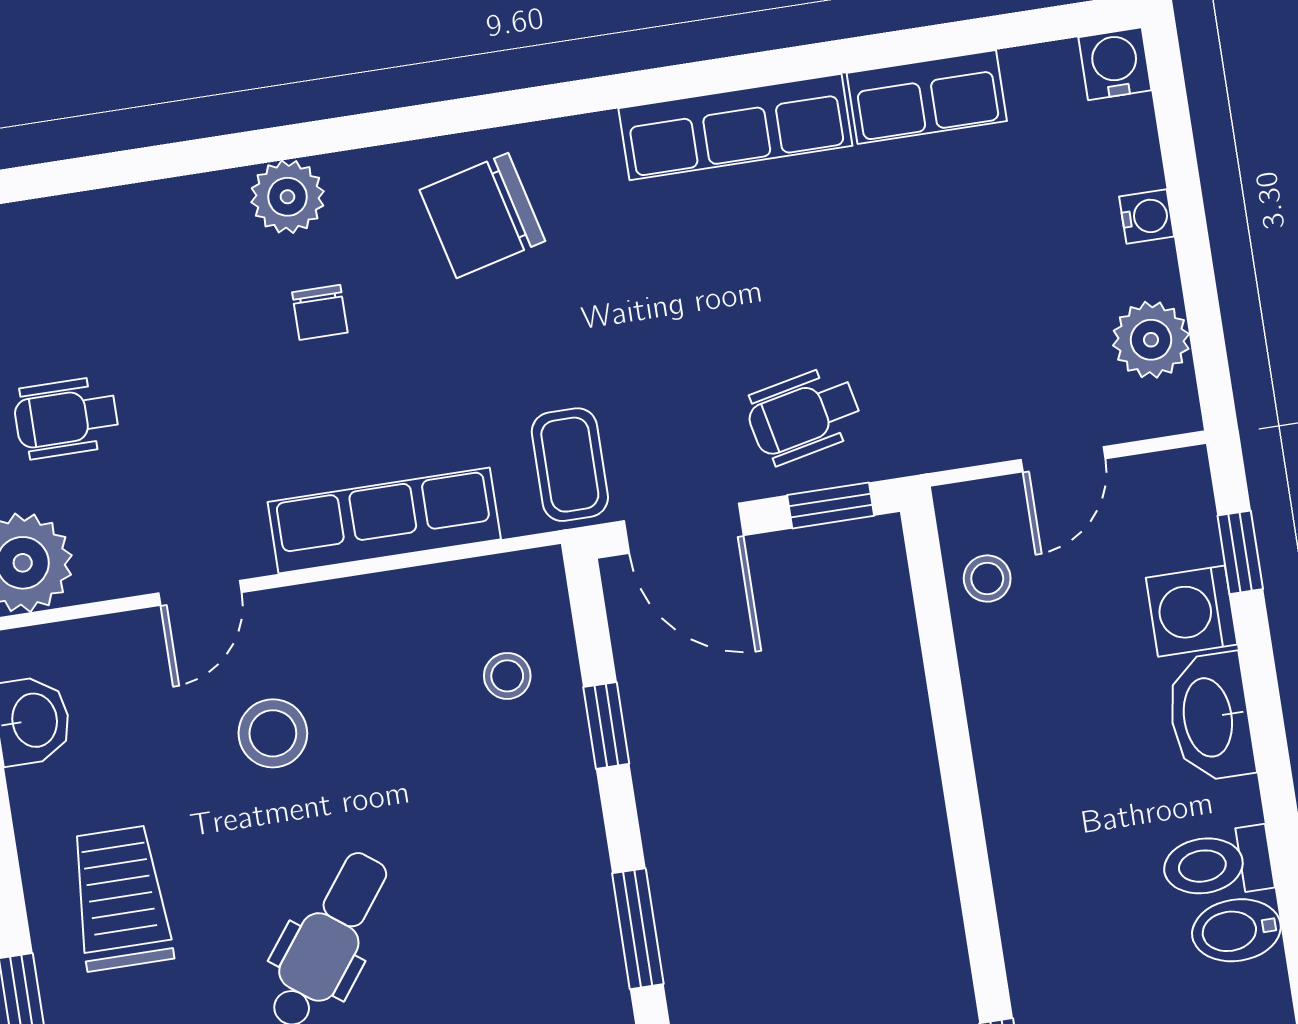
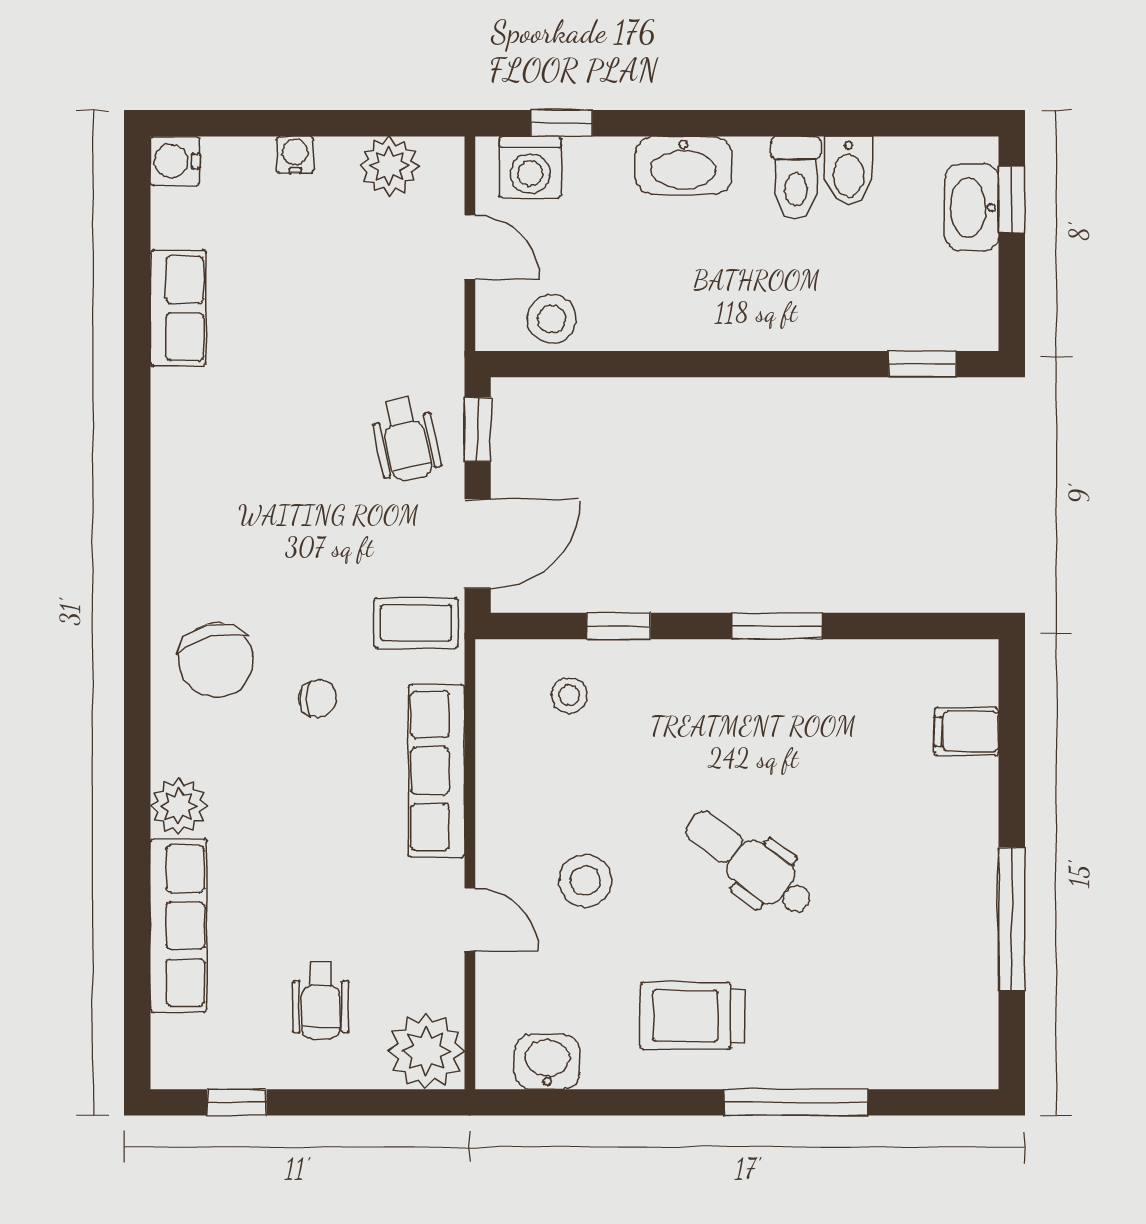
row of seats: (735, 127) -> (178, 926), moved
chair: (320, 312) -> (318, 699), moved
stool: (987, 579) -> (552, 319), width x1.37, depth x1.37
washing machine: (1192, 611) -> (530, 167), moved

